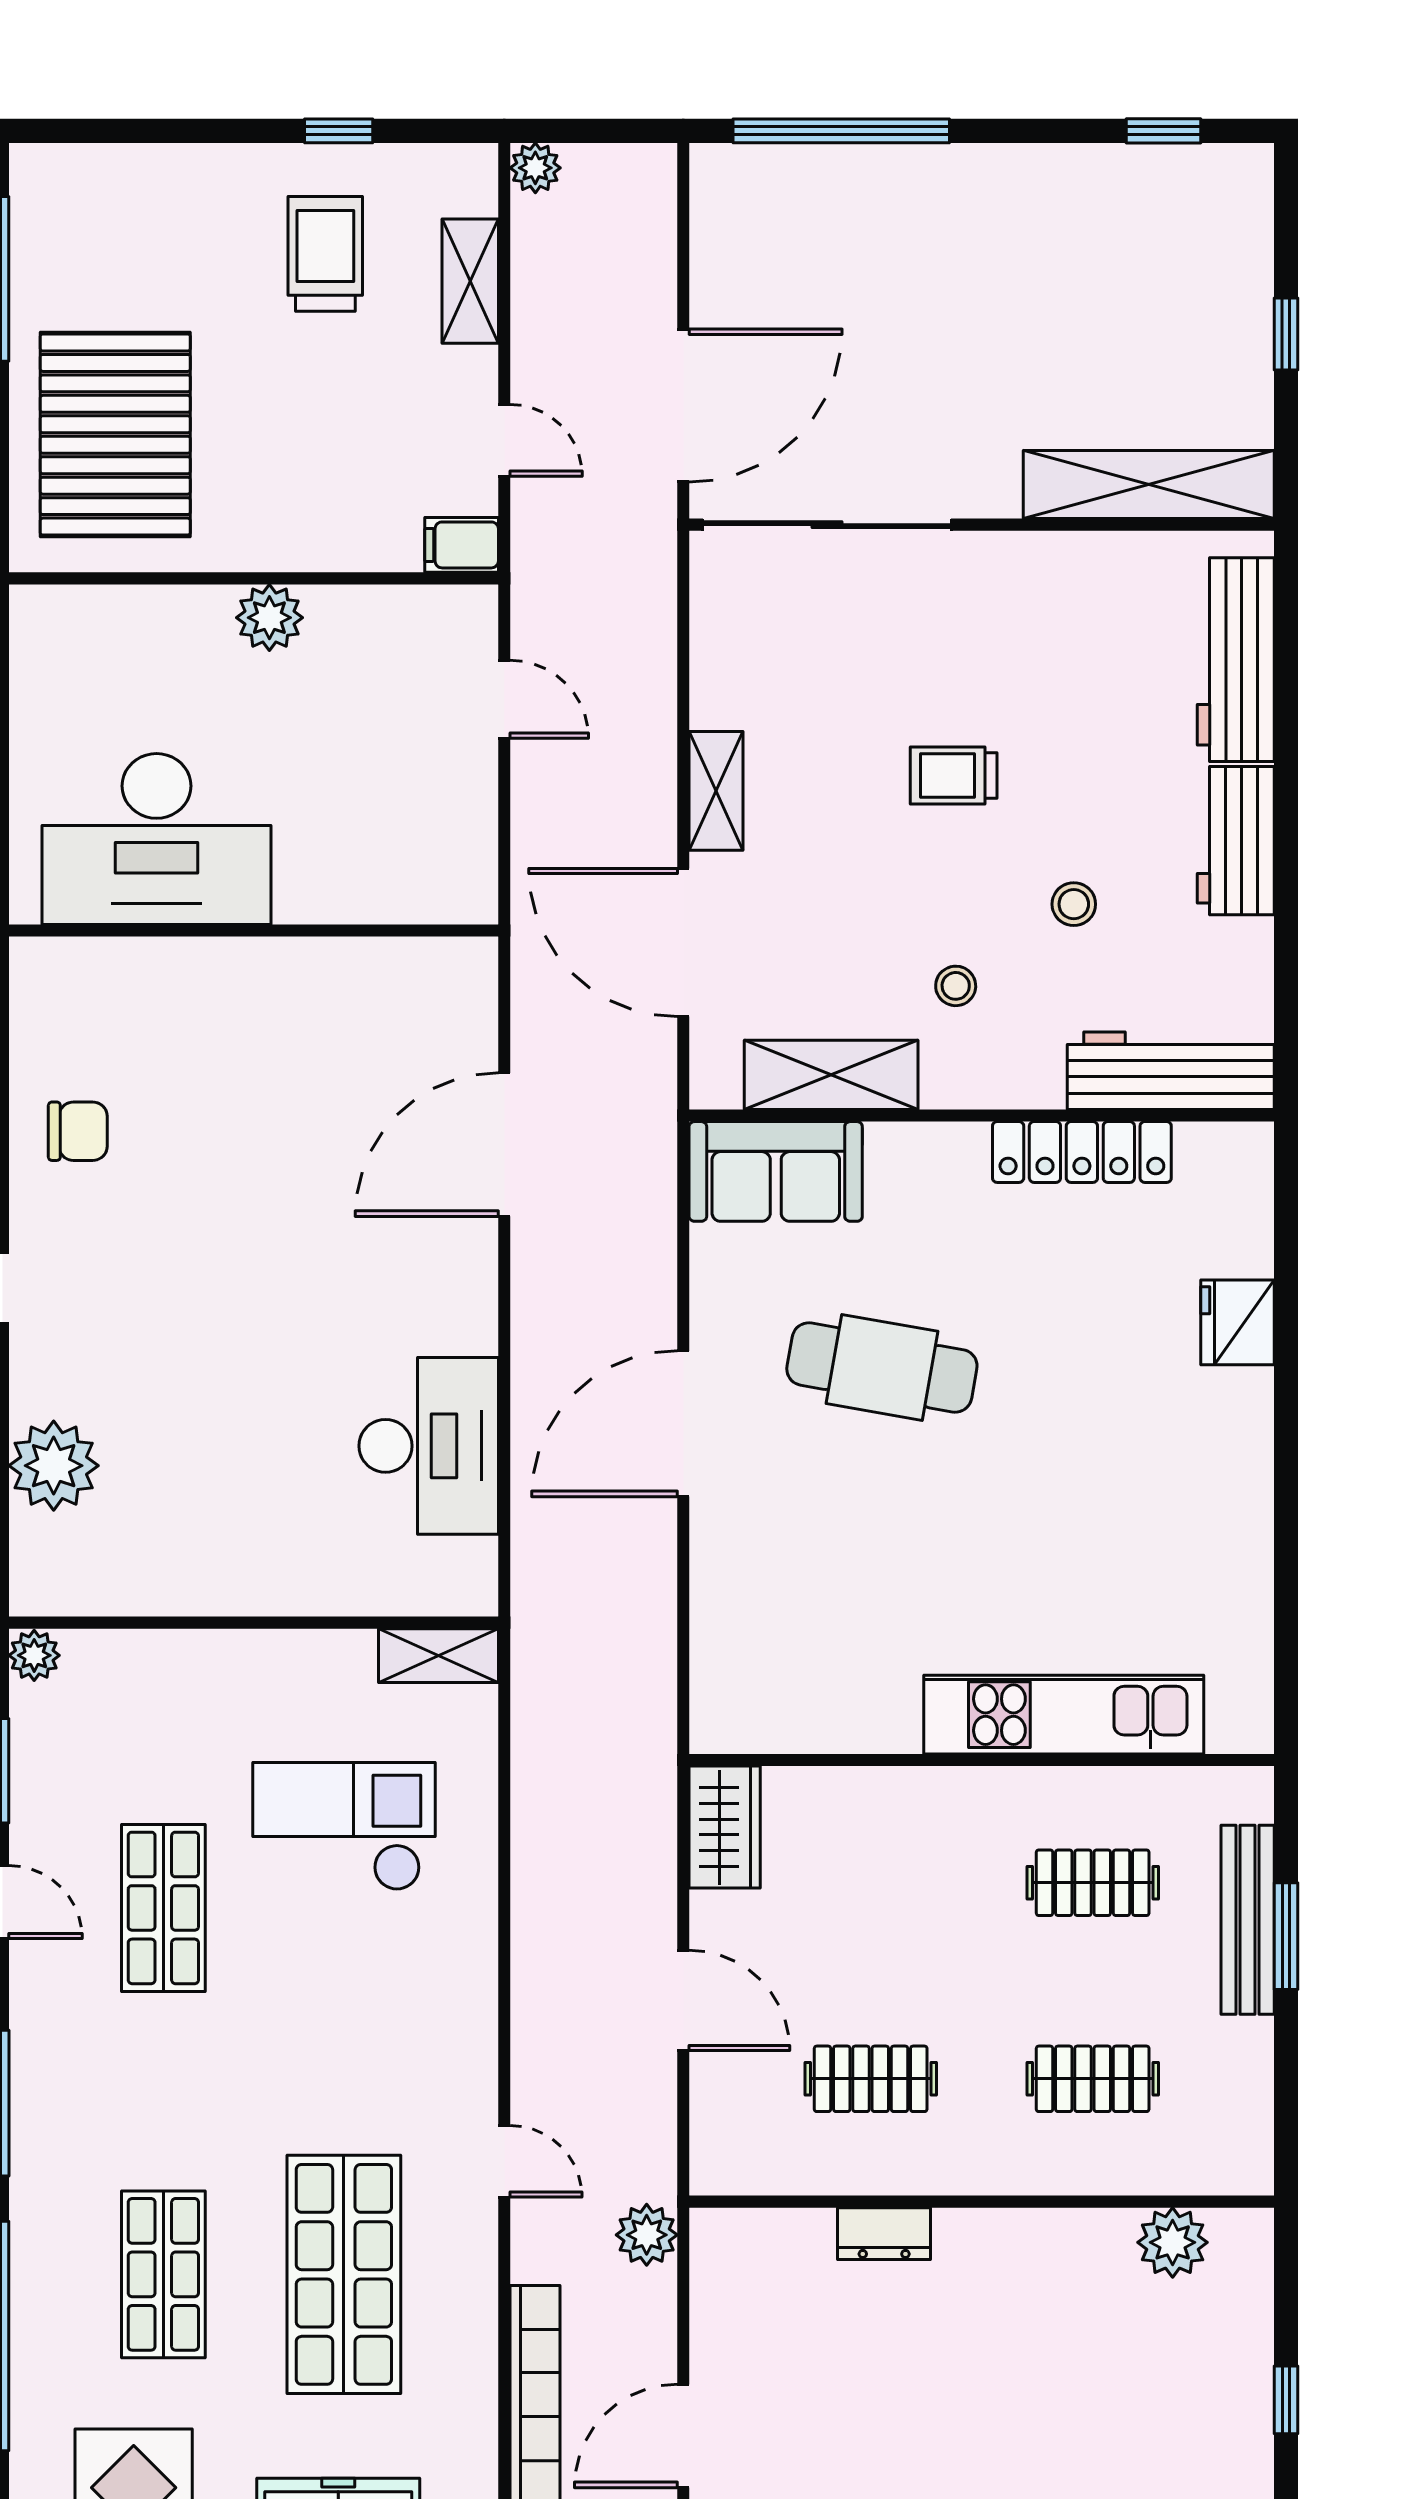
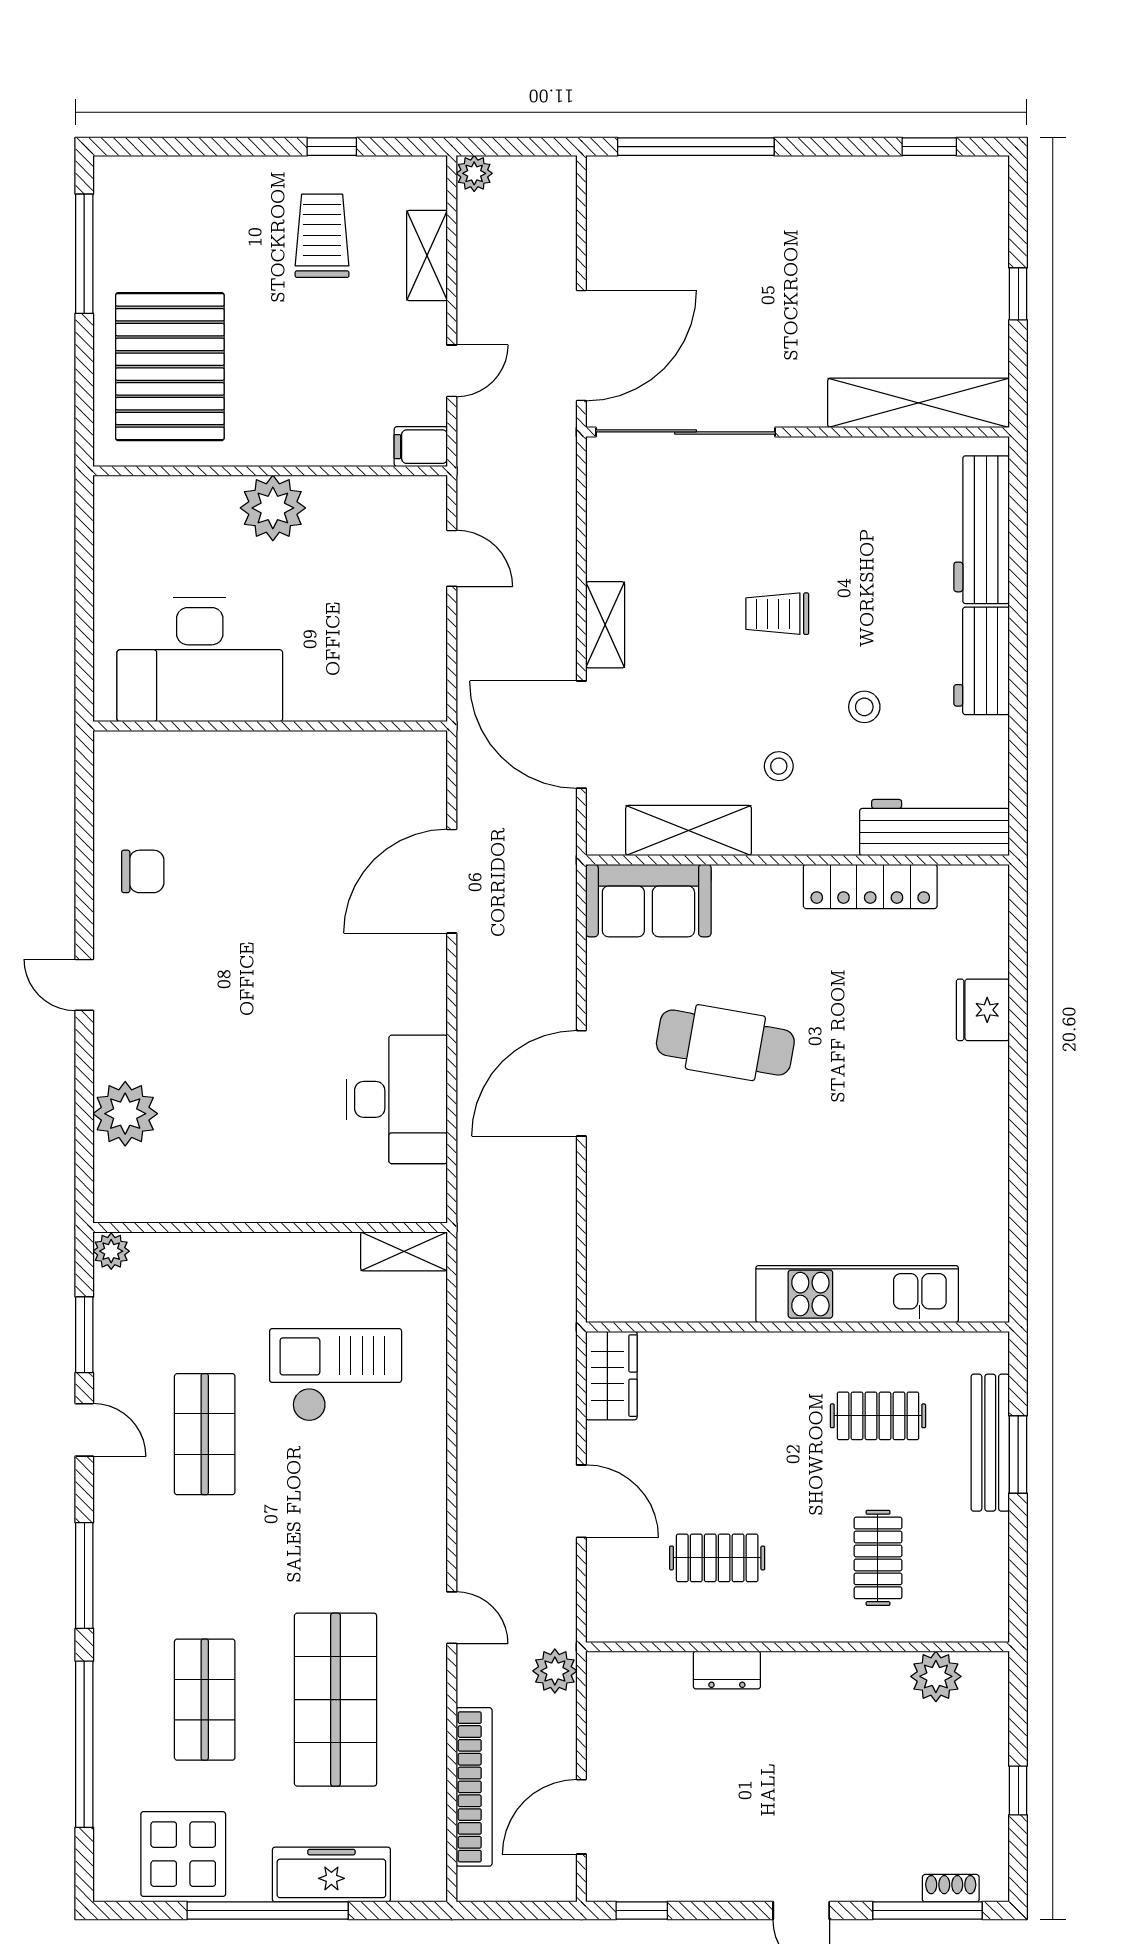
door: (504, 440) -> (452, 371), hinge flipped
plant: (269, 618) -> (273, 508), width x1.36, depth x1.36
clothes rail: (1093, 2079) -> (878, 1558), turned 90

